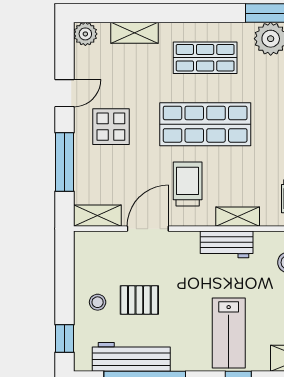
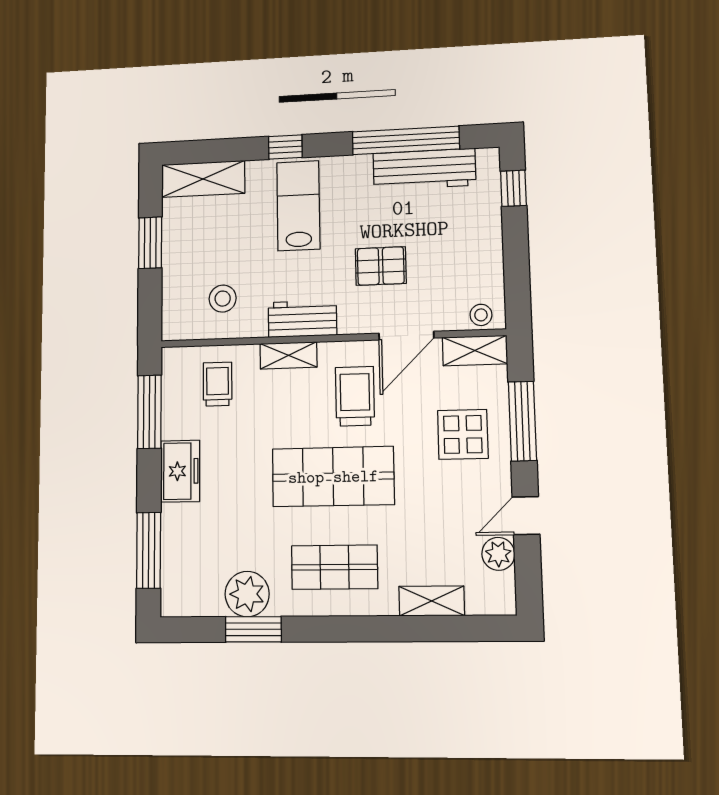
plant: (85, 34) -> (498, 554), moved
display table: (111, 127) -> (463, 434), moved
trolley: (188, 184) -> (355, 396), turned 180
pallet: (139, 300) -> (381, 266), moved
stool: (98, 302) -> (481, 315), moved

